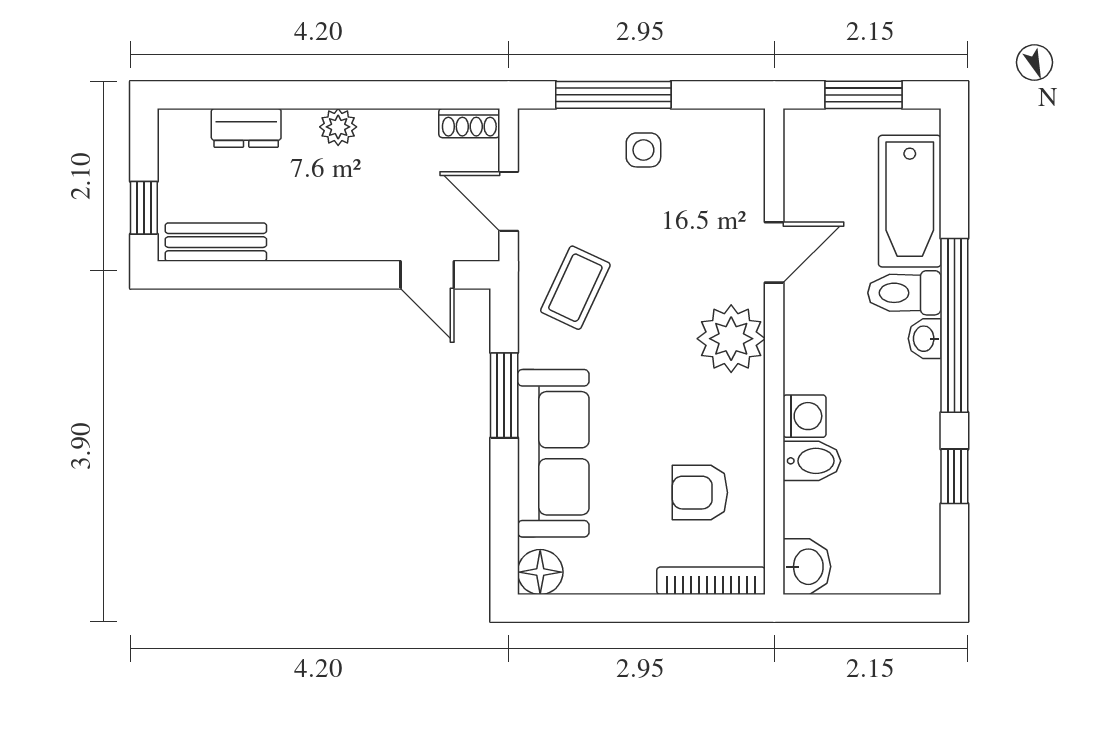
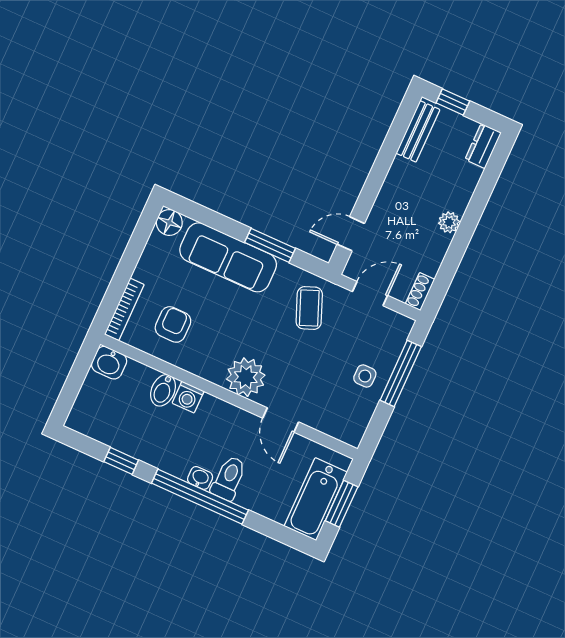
dresser: (246, 128) -> (483, 146), moved
bathtub: (910, 201) -> (316, 499), moved, turned -90
coffee table: (575, 288) -> (309, 308), turned 43

